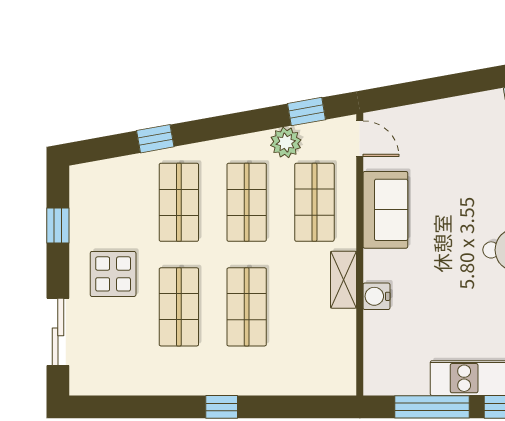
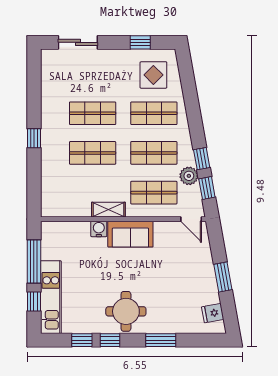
window: (458, 84) -> (223, 277), added
window: (155, 139) -> (202, 159), moved
door: (360, 139) -> (191, 219), hinge flipped
sofa: (385, 210) -> (130, 234), moved
display table: (113, 274) -> (153, 75), moved

